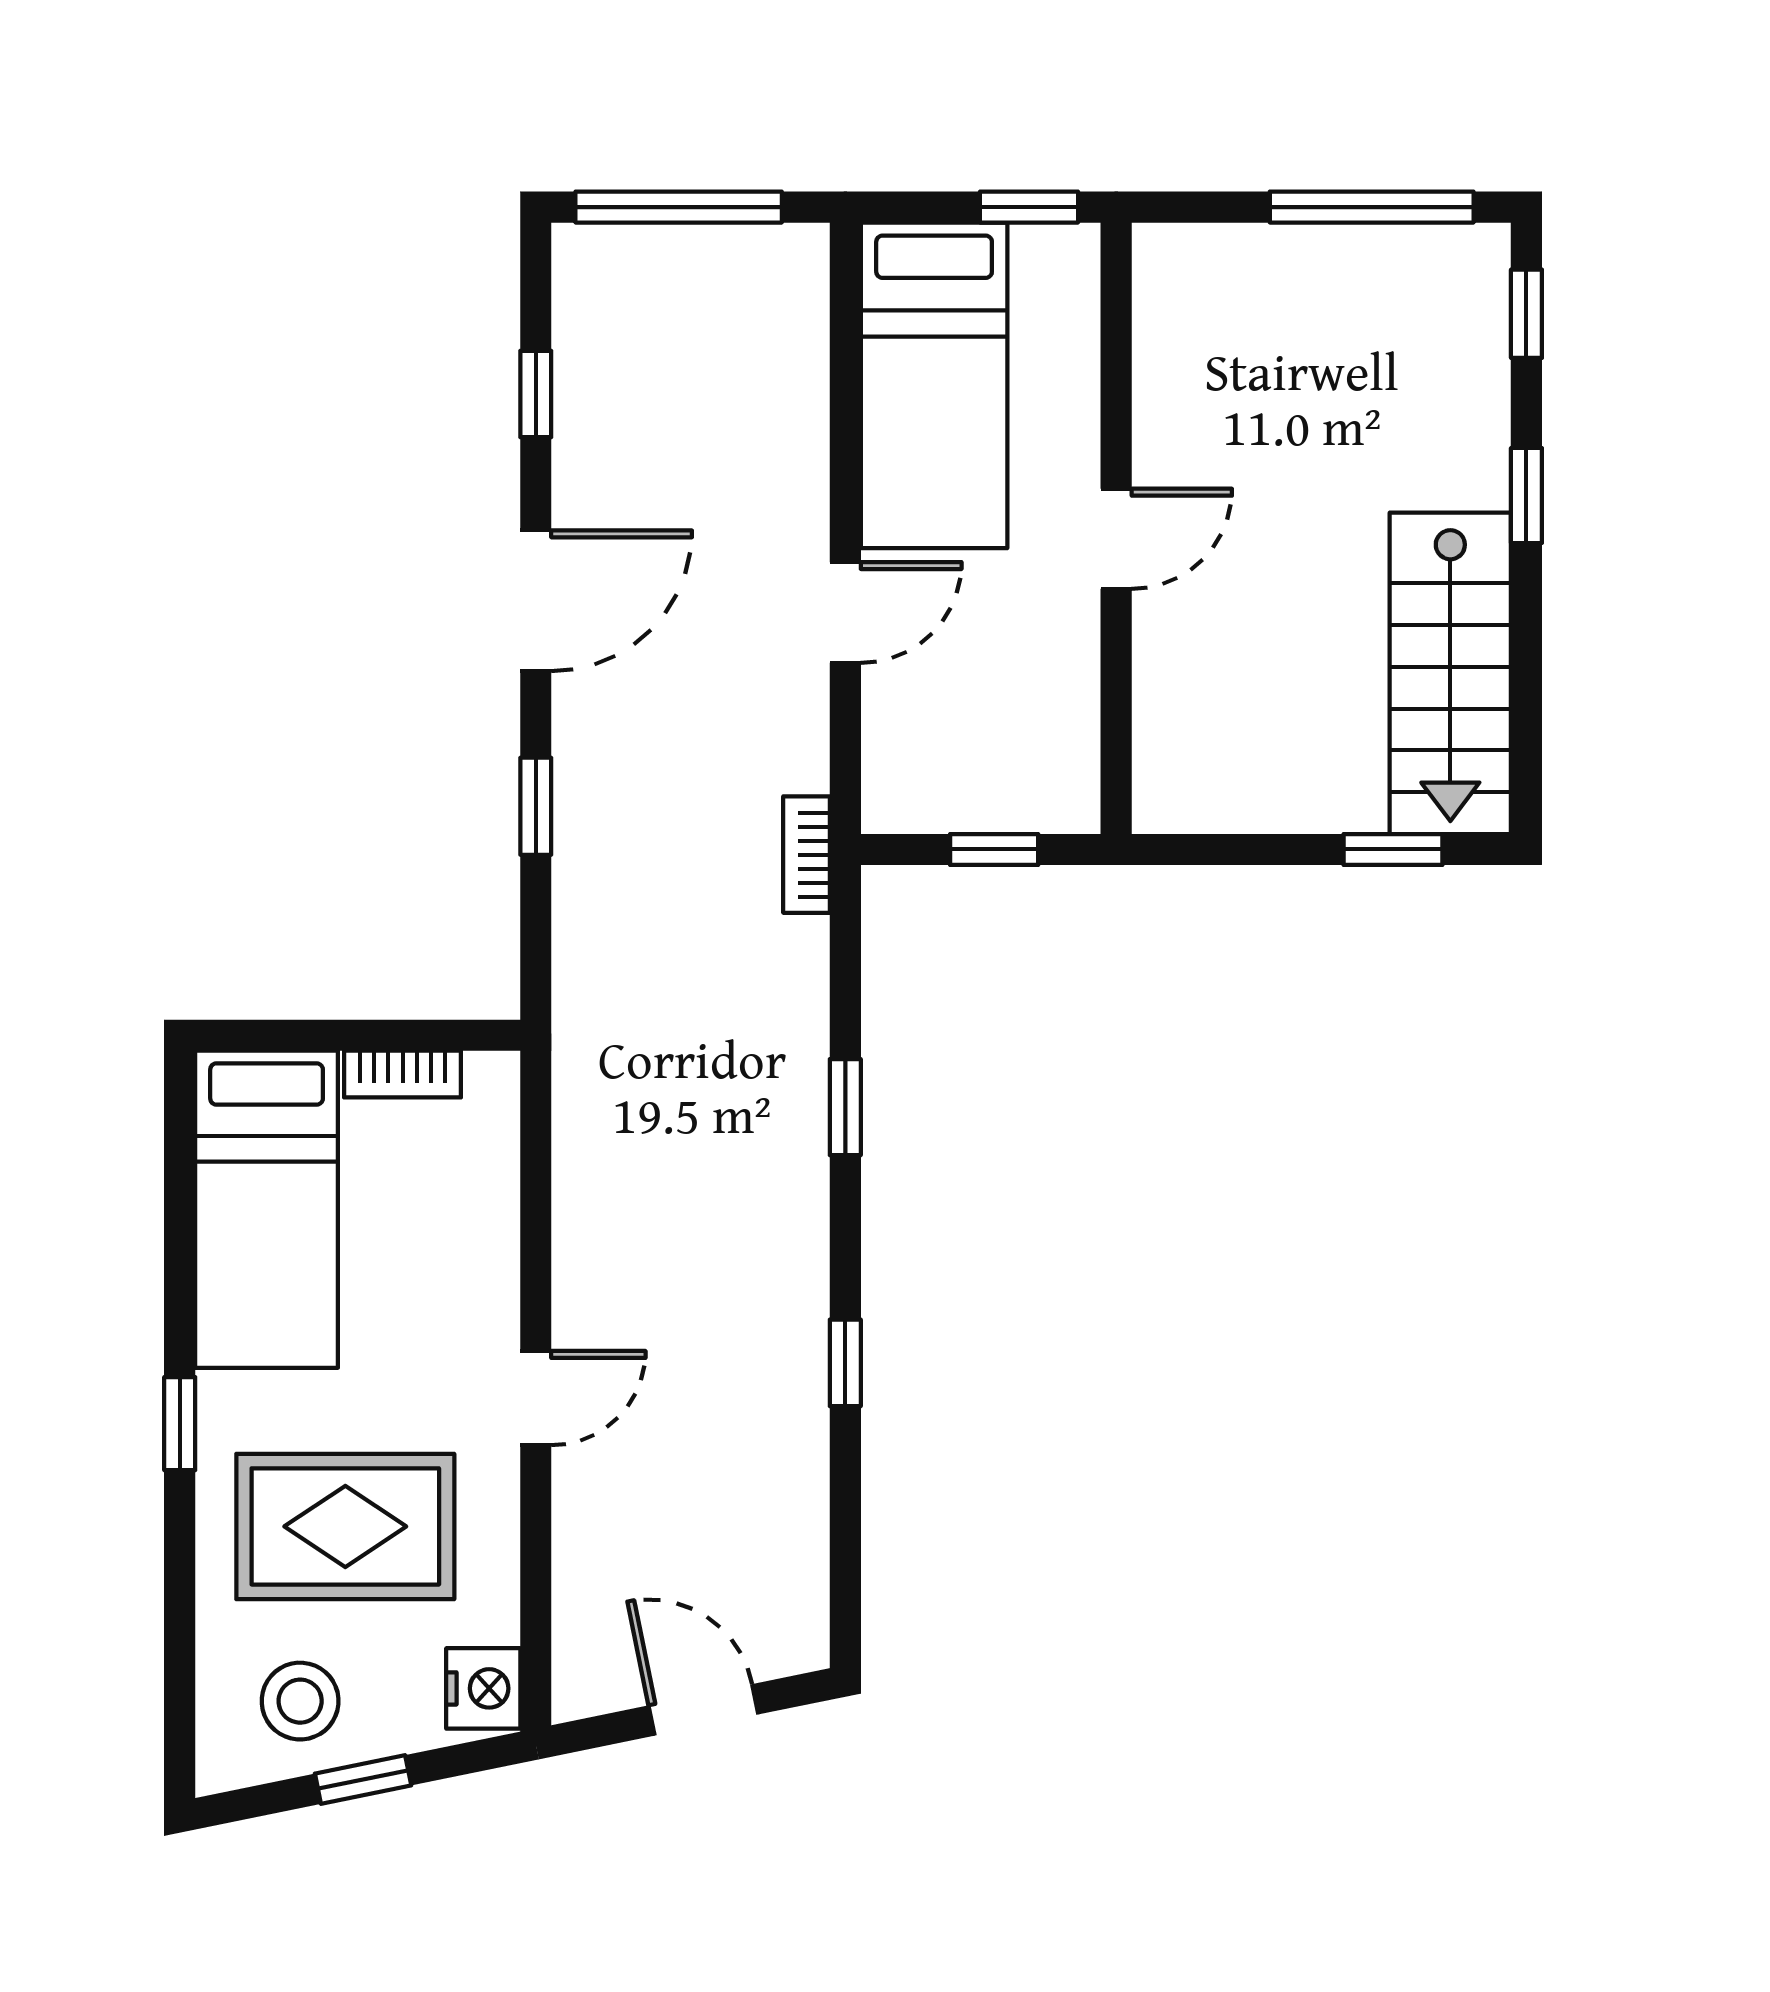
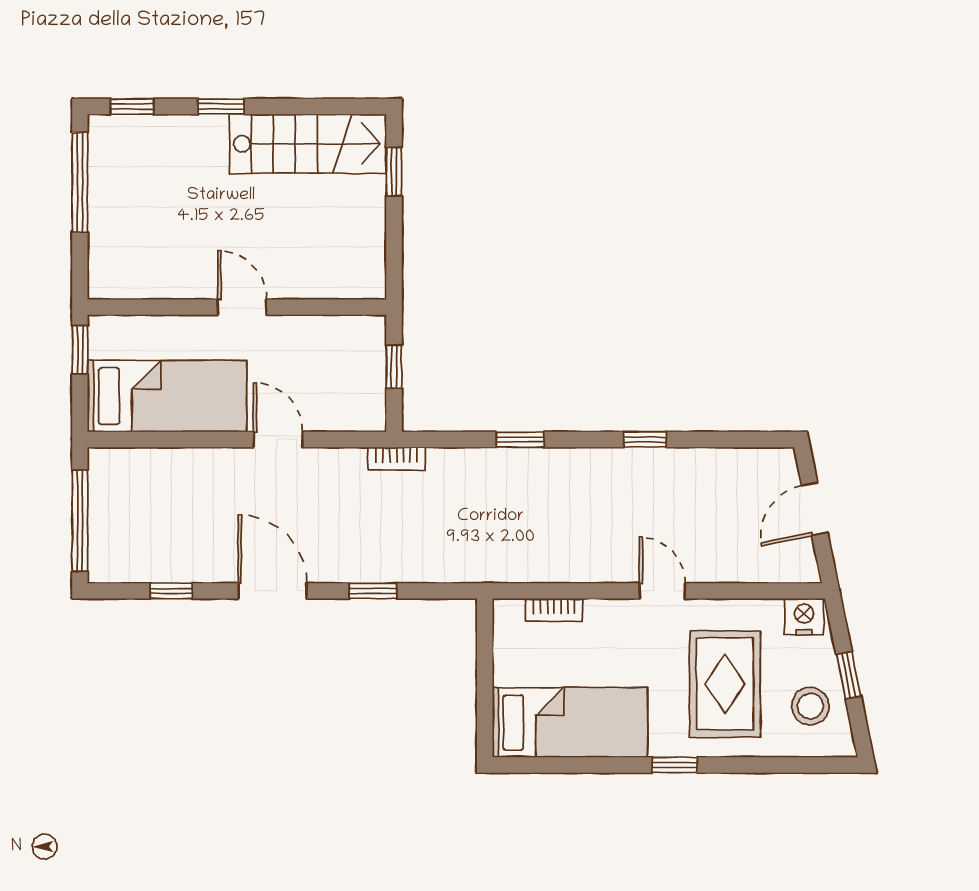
bookcase: (403, 1074) -> (554, 610), moved, turned 90

